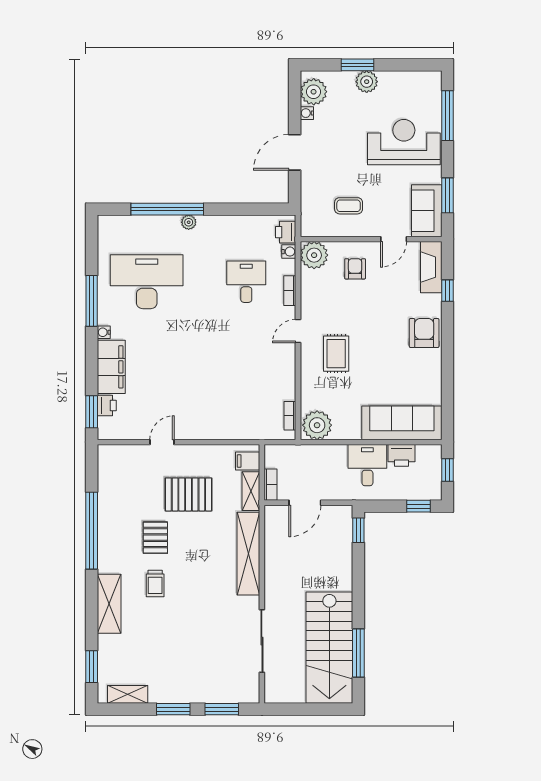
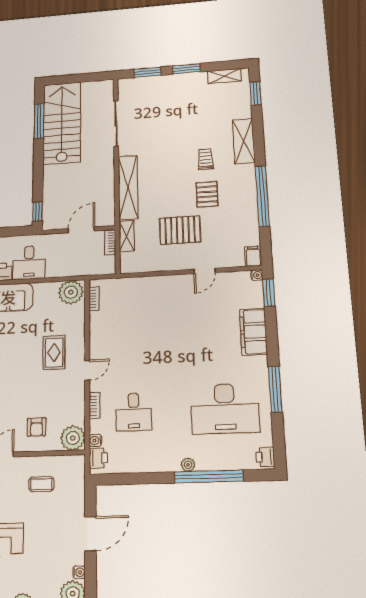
water cooler: (104, 332) -> (257, 275), moved
printer: (107, 406) -> (265, 457), moved
filing cabinet: (248, 461) -> (253, 256), moved, turned -90

